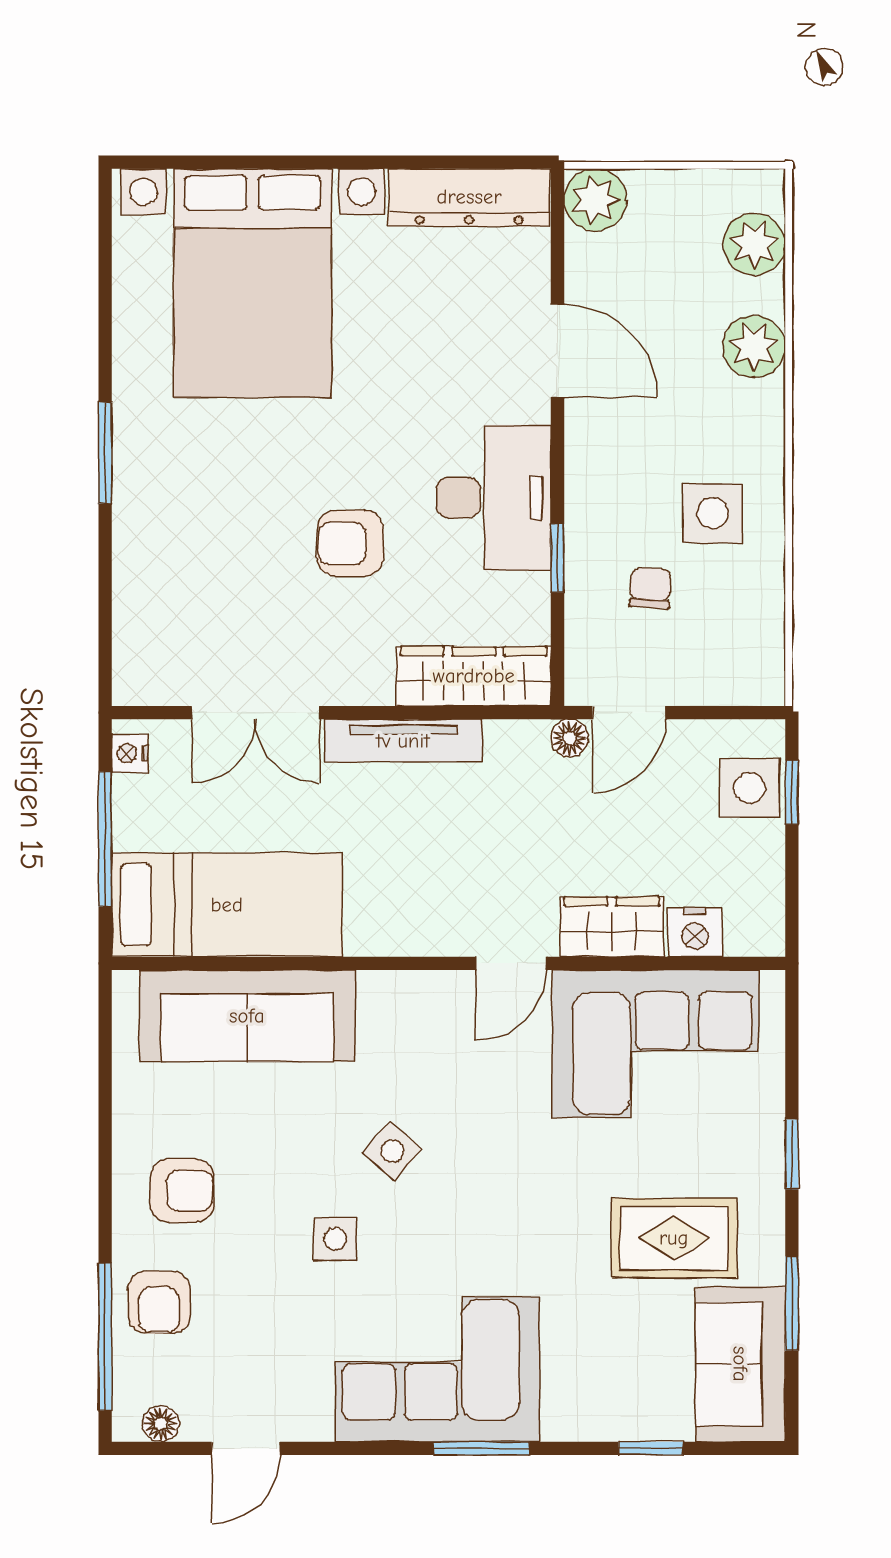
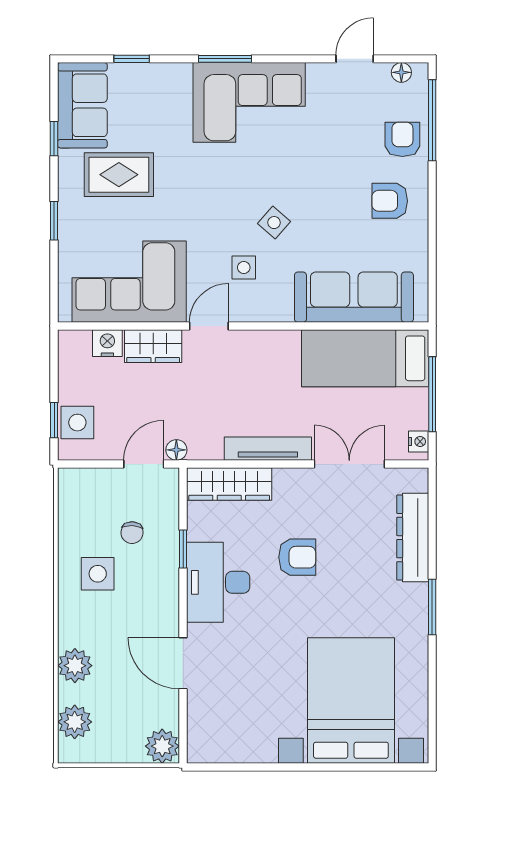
dresser: (469, 197) -> (413, 538), moved, turned -90
side table: (335, 1239) -> (244, 267), moved
window: (792, 1304) -> (54, 139), width x0.67

